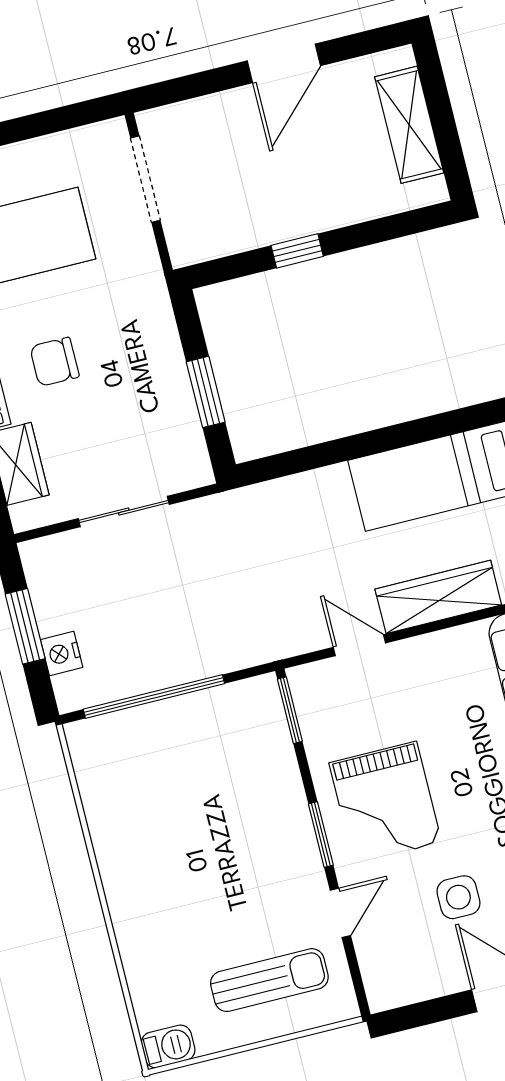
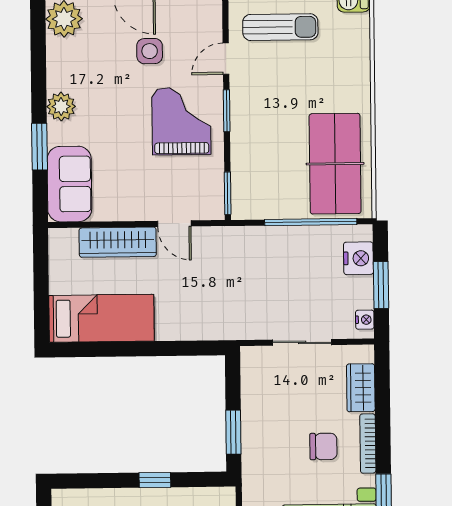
window: (206, 392) -> (233, 432), moved
nightstand: (37, 568) -> (365, 320), added
nightstand: (62, 654) -> (358, 258), width x1.36, depth x1.33
table tennis table: (138, 793) -> (335, 164), added
sun lounger: (269, 980) -> (280, 27), turned 180

